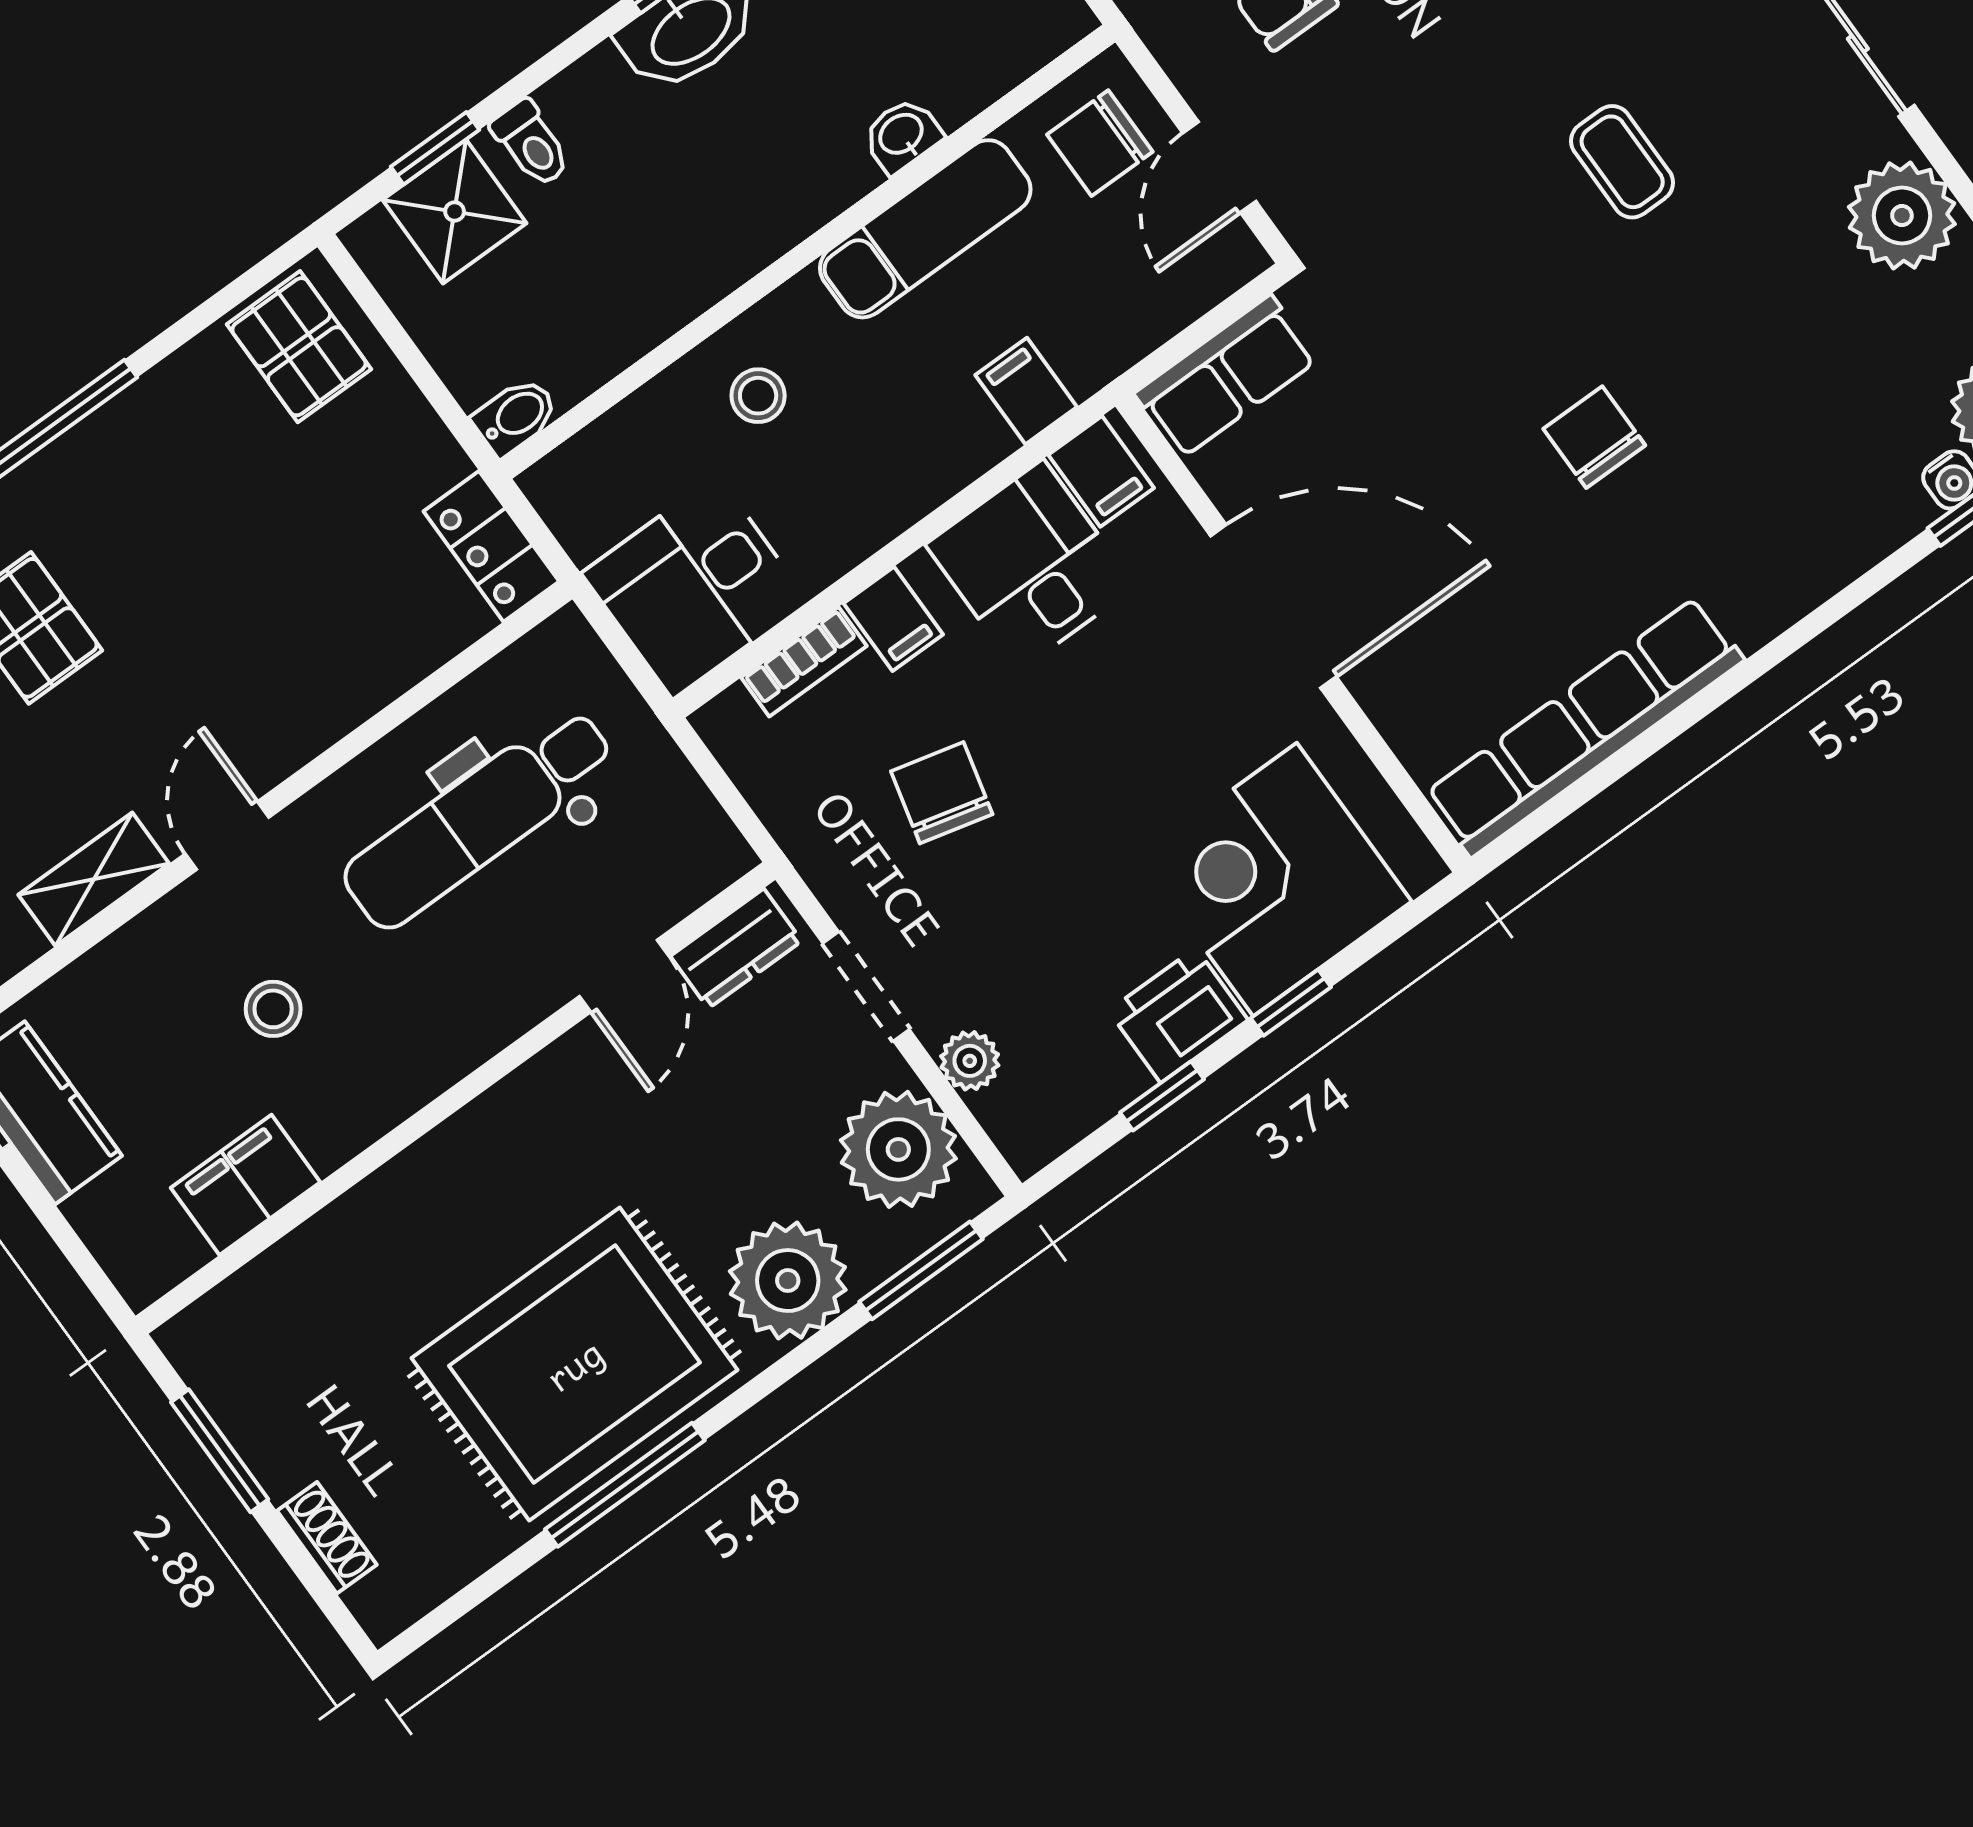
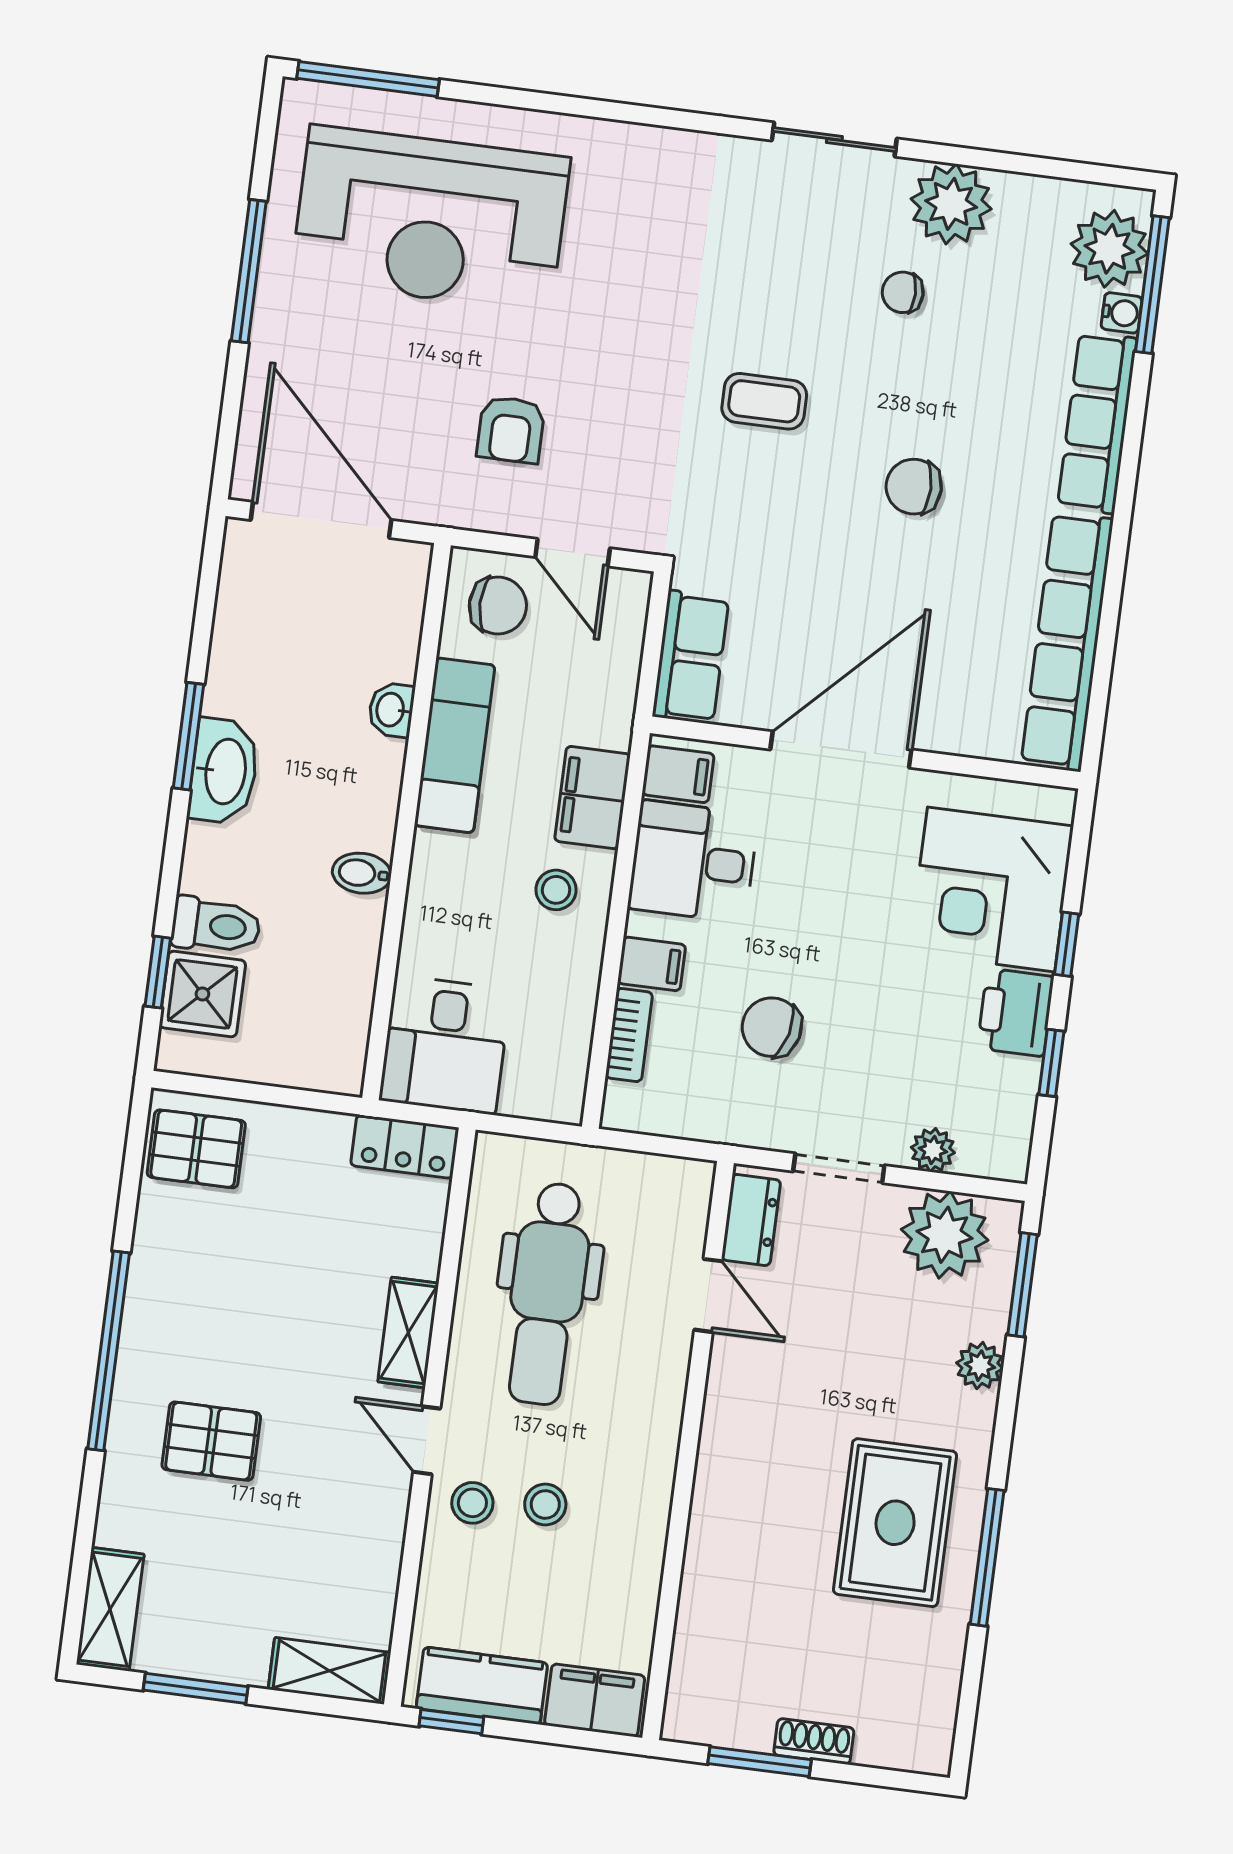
chair: (1100, 143) -> (498, 606), turned -90
toilet: (531, 144) -> (216, 926), width x1.37, depth x1.39
coffee table: (1622, 162) -> (764, 401), moved
chair: (1772, 249) -> (903, 292), added
filing cabinet: (1026, 391) -> (592, 798), width x2.00
stool: (758, 396) -> (556, 890), moved
bidet: (516, 417) -> (362, 873), moved, turned -90
row of seats: (1824, 556) -> (1097, 423), added
desk: (695, 587) -> (445, 1045), moved
shelving: (94, 879) -> (408, 1333), moved
stool: (208, 937) -> (472, 1503), added
filing cabinet: (246, 1185) -> (595, 1700), moved, turned 90
plant: (788, 1281) -> (980, 1366), width x0.53, depth x0.53
rug: (574, 1364) -> (895, 1523), width x0.73, depth x0.69
shoe rack: (327, 1538) -> (814, 1741), moved

